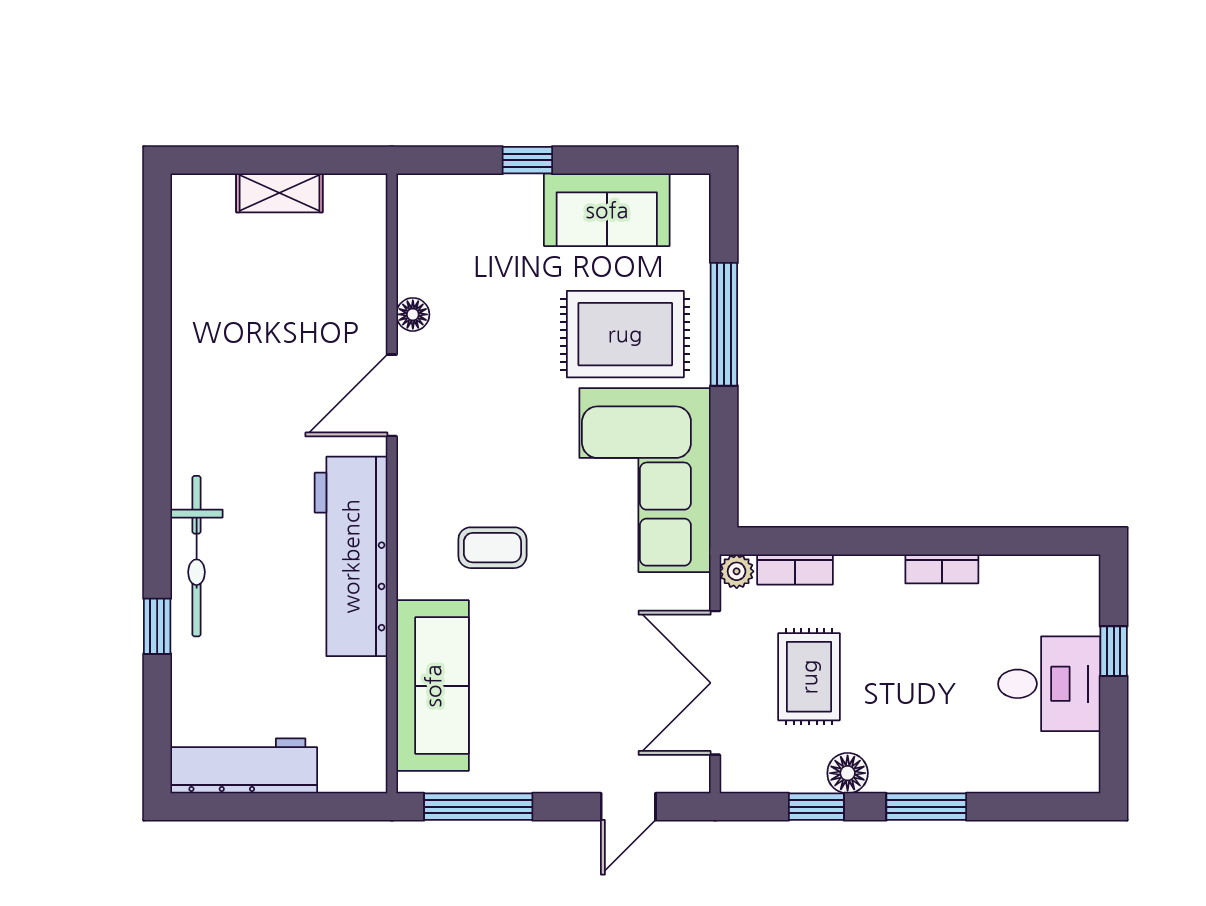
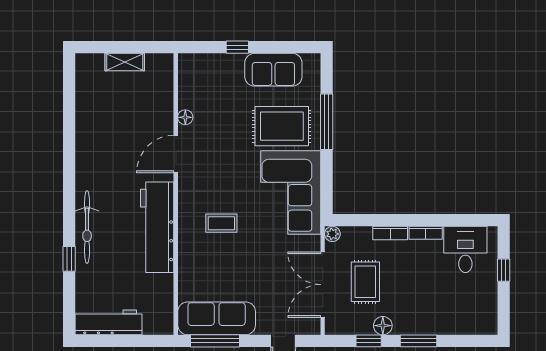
bookcase: (795, 569) -> (390, 233), moved
desk: (1049, 684) -> (465, 249), moved, turned -90
sofa: (433, 686) -> (217, 318), moved, turned -90

